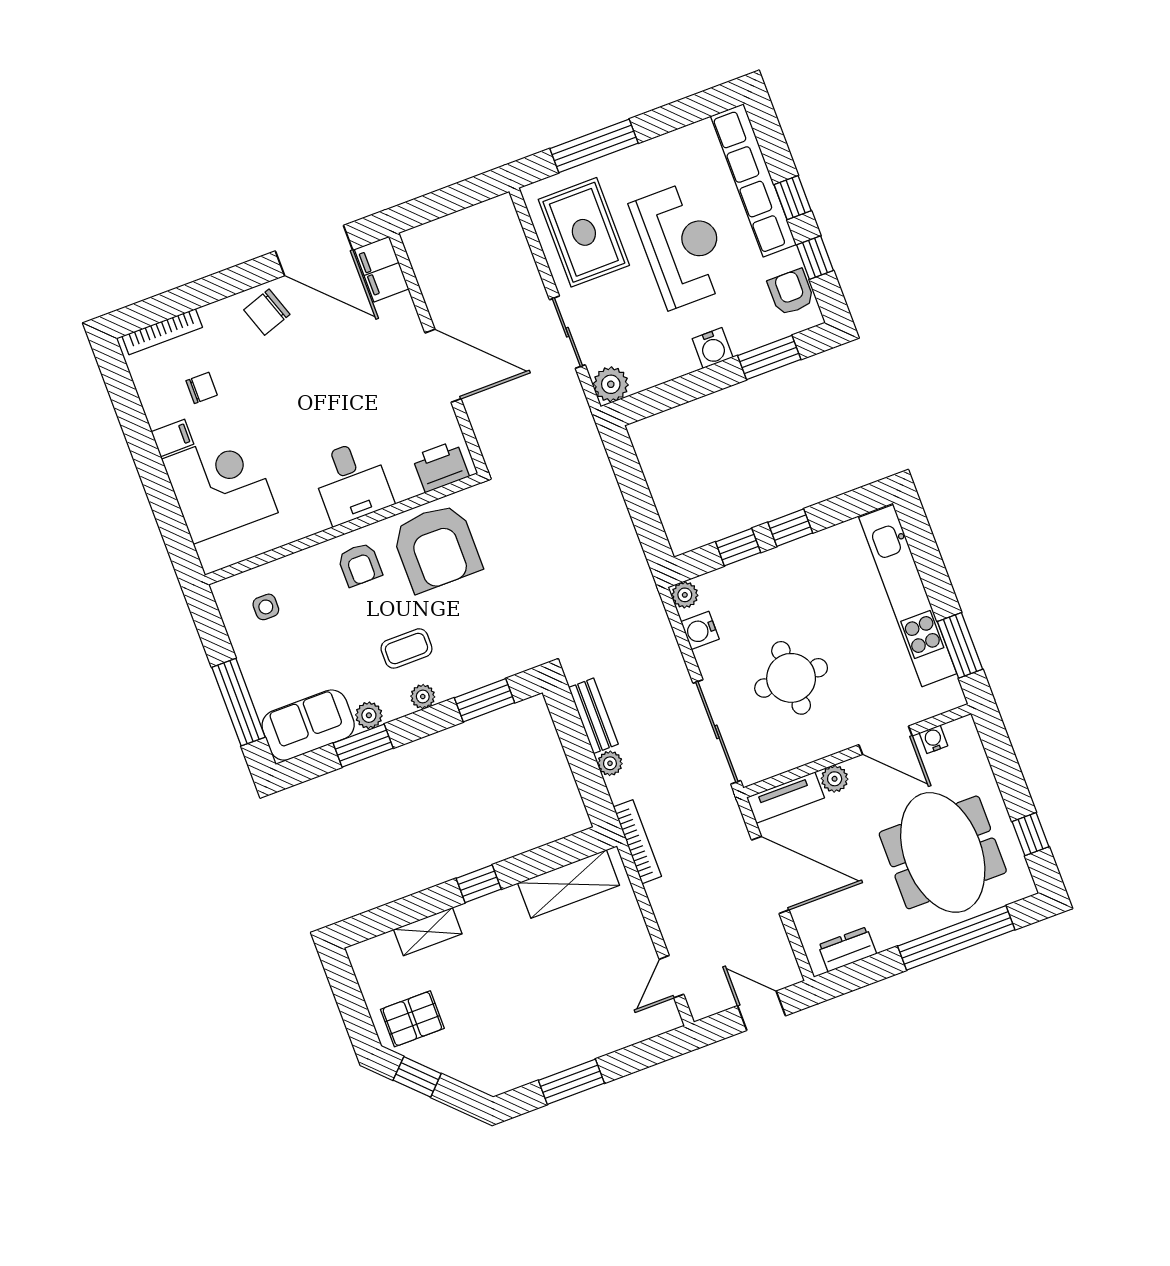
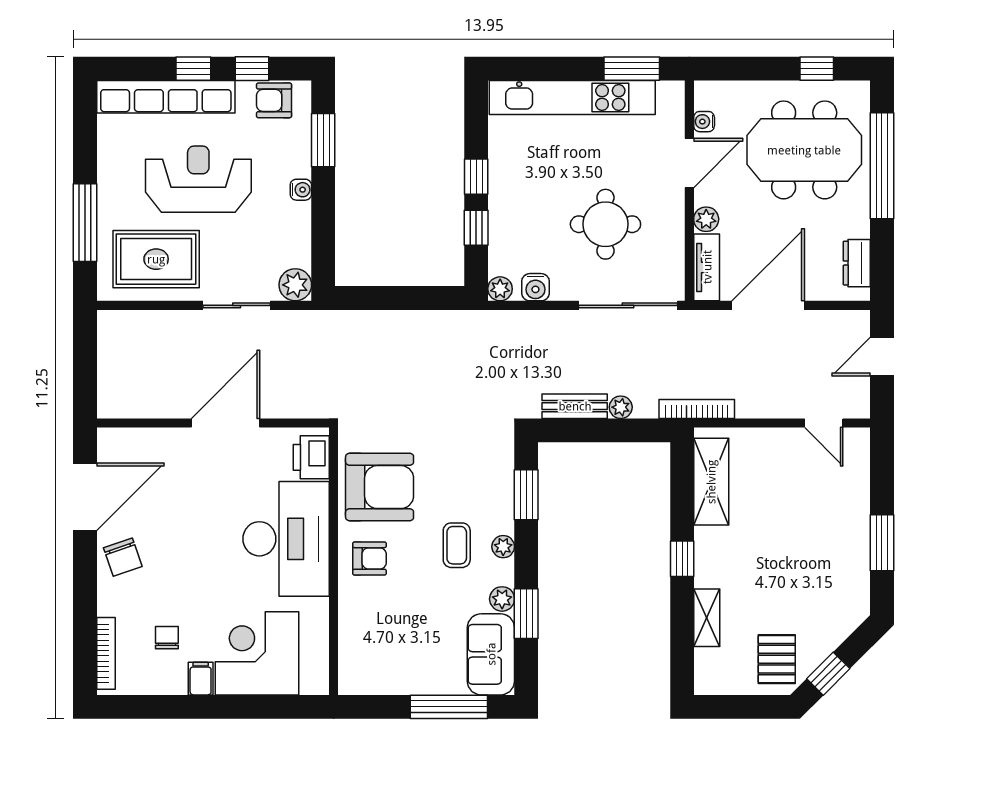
filing cabinet: (382, 269) -> (123, 445), removed
water cooler: (713, 348) -> (301, 190), width x0.72, depth x0.72
desk: (352, 482) -> (286, 539), width x1.87, depth x1.30
side table: (266, 607) -> (376, 653), removed

